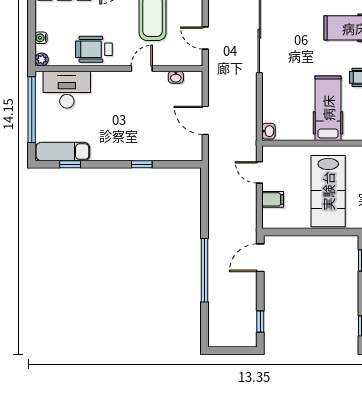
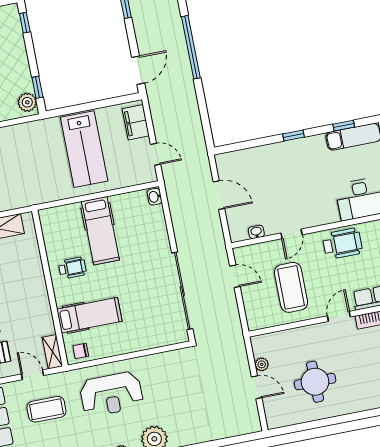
window: (142, 164) -> (294, 135), moved
lab bench: (328, 191) -> (84, 149), turned 180
filing cabinet: (273, 199) -> (136, 122), width x2.00

